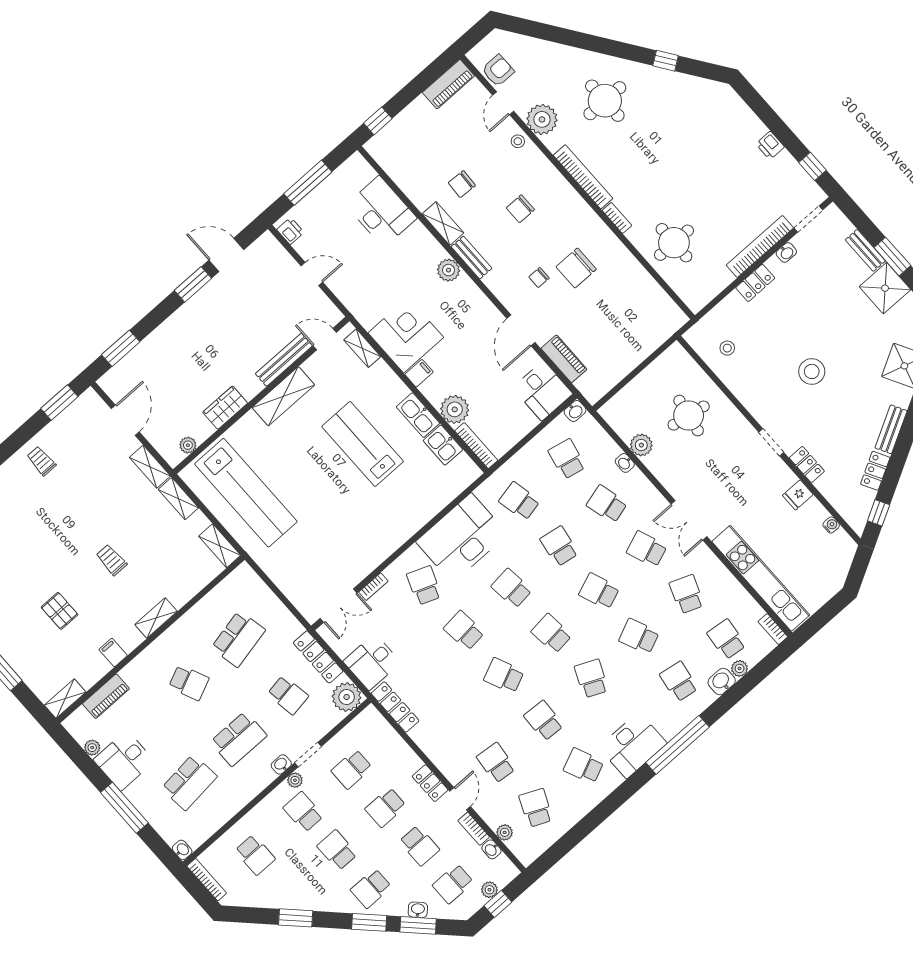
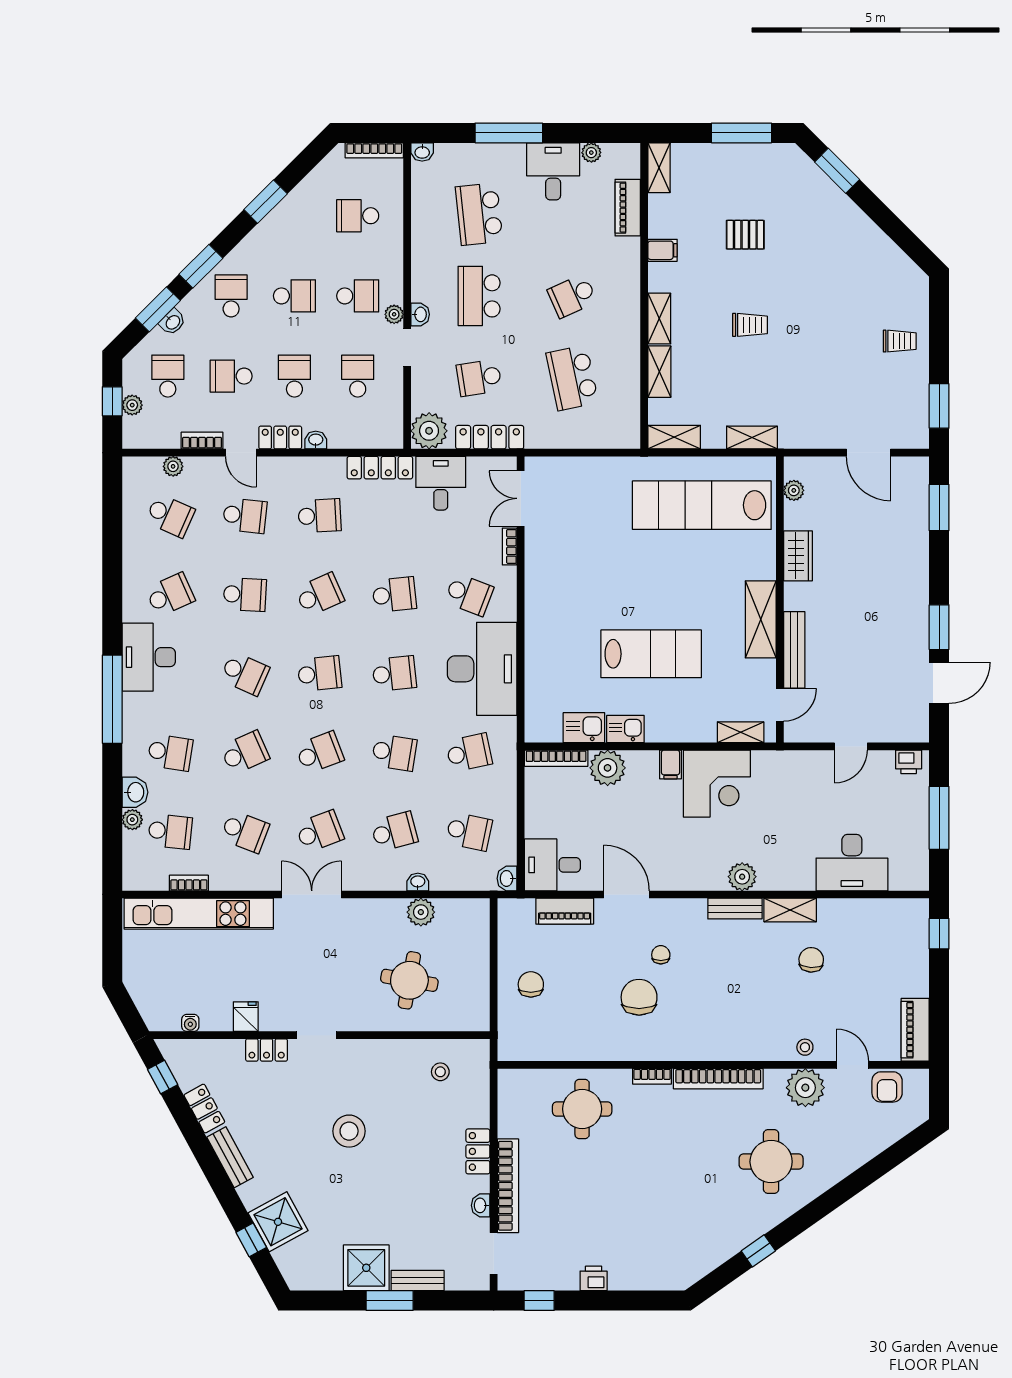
chair: (520, 209) -> (531, 984), moved
kitchen sink: (418, 415) -> (625, 729), width x0.73
shelving: (150, 467) -> (659, 372), moved, turned 90
bookcase: (773, 629) -> (189, 883), moved
school desk: (456, 718) -> (320, 516), added
washbasin: (491, 849) -> (316, 440), moved

